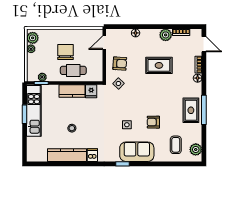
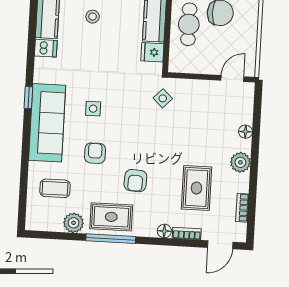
plant: (166, 35) -> (240, 162), moved
door: (104, 43) -> (232, 78), hinge flipped
armchair: (120, 64) -> (135, 181), moved
rug: (159, 65) -> (196, 188), moved
plant: (196, 149) -> (74, 223), moved
sofa: (137, 152) -> (47, 123), width x1.36

